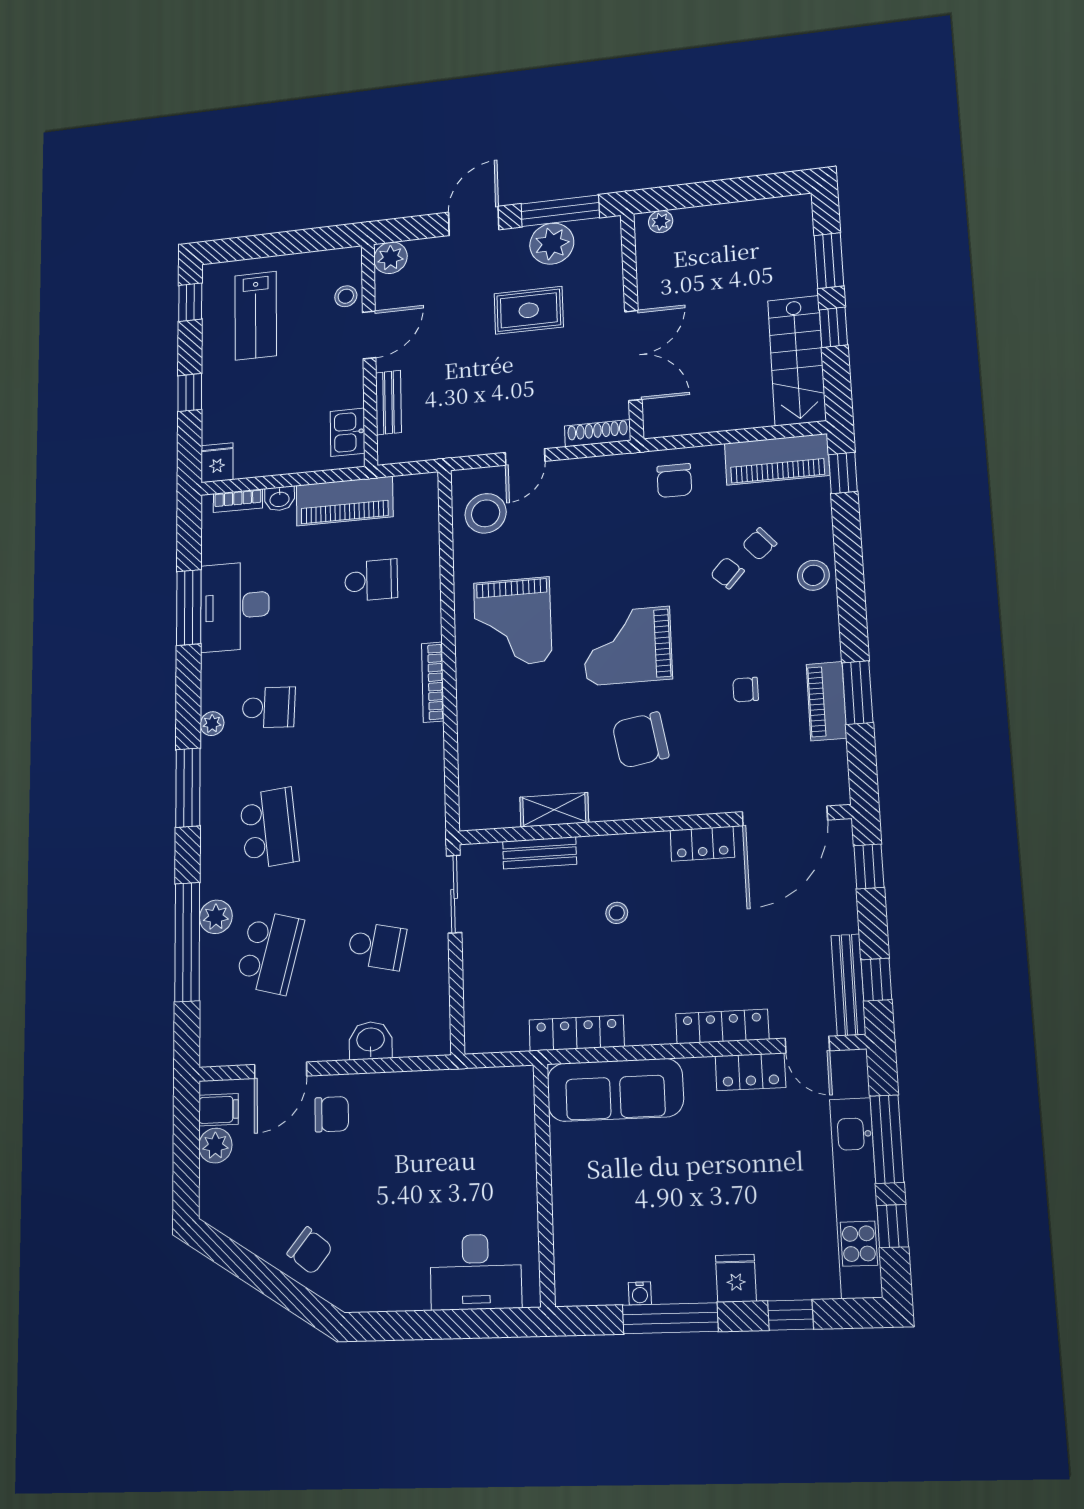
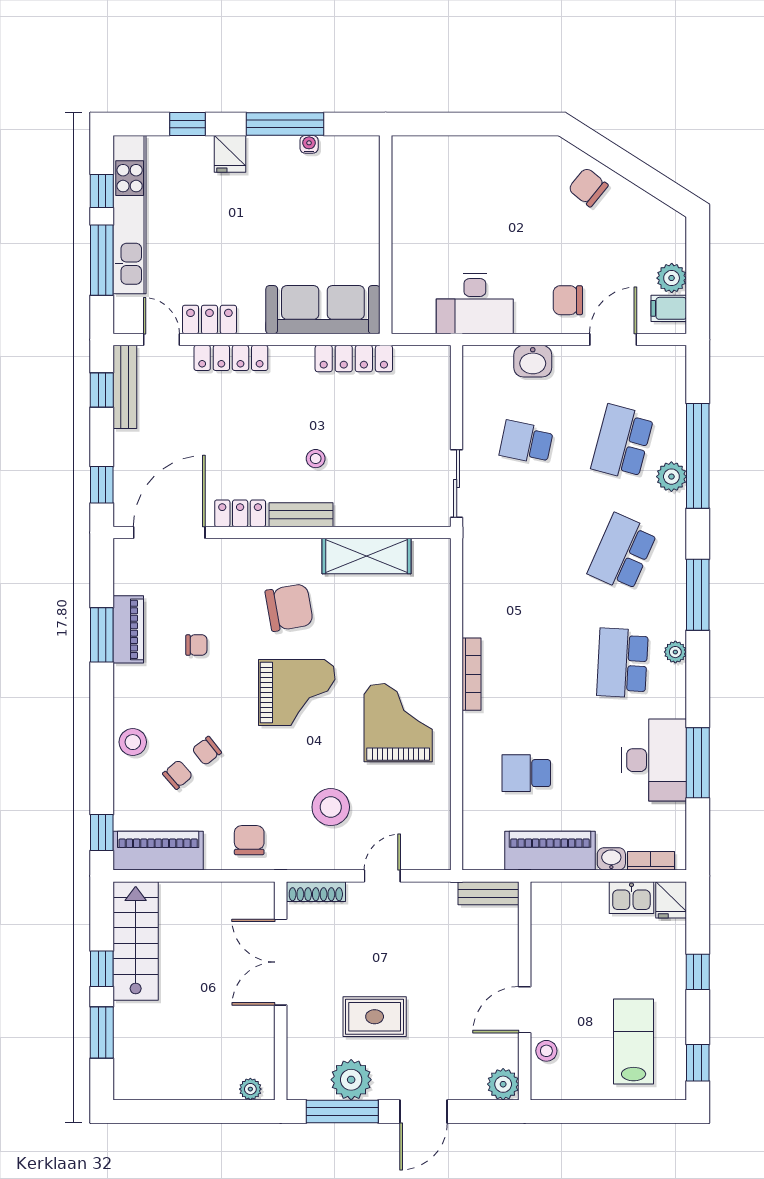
bench: (388, 403) -> (489, 893), moved, turned 90
kitchen sink: (348, 432) -> (631, 898), moved, turned 90
stool: (486, 513) -> (331, 807), moved
chair: (727, 573) -> (207, 751), turned 100
school desk: (269, 707) -> (622, 663), width x1.85
shelving: (554, 810) -> (367, 556), width x1.50, depth x1.33
school desk: (269, 828) -> (622, 553), turned 30
bench: (540, 853) -> (301, 515), moved
desk: (476, 1272) -> (475, 304), moved, turned 180

